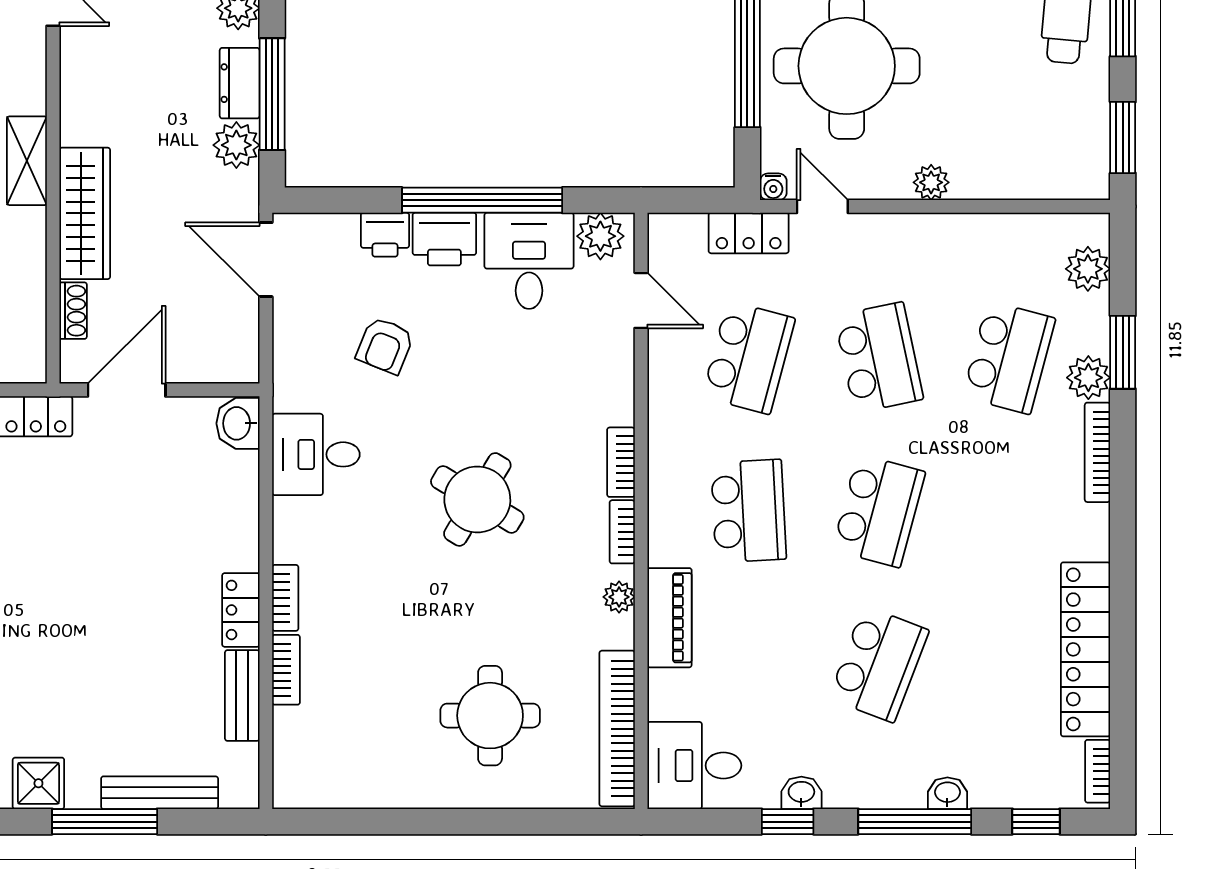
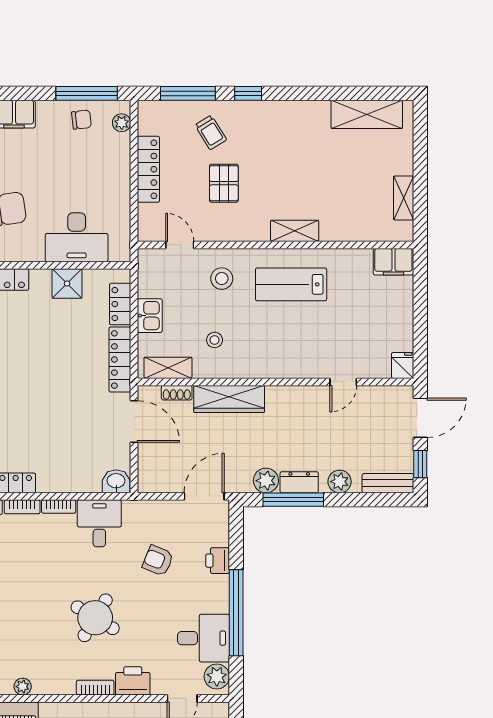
shelving: (27, 161) -> (168, 368), moved
printer: (444, 239) -> (133, 681), moved, turned 90
round table: (477, 499) -> (95, 618), moved
bookcase: (622, 532) -> (59, 507), moved, turned 180

